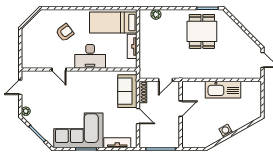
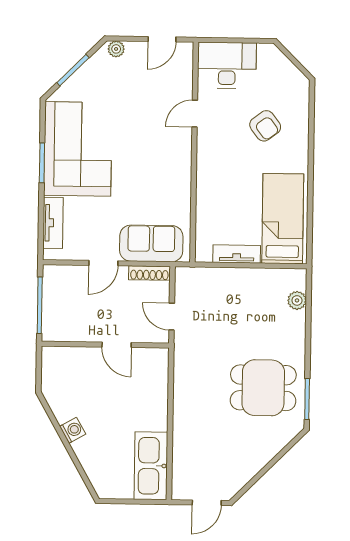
desk: (90, 56) -> (227, 65), moved, turned 90
door: (20, 87) -> (162, 39), swing flipped
kitchen sink: (223, 90) -> (151, 466), moved

